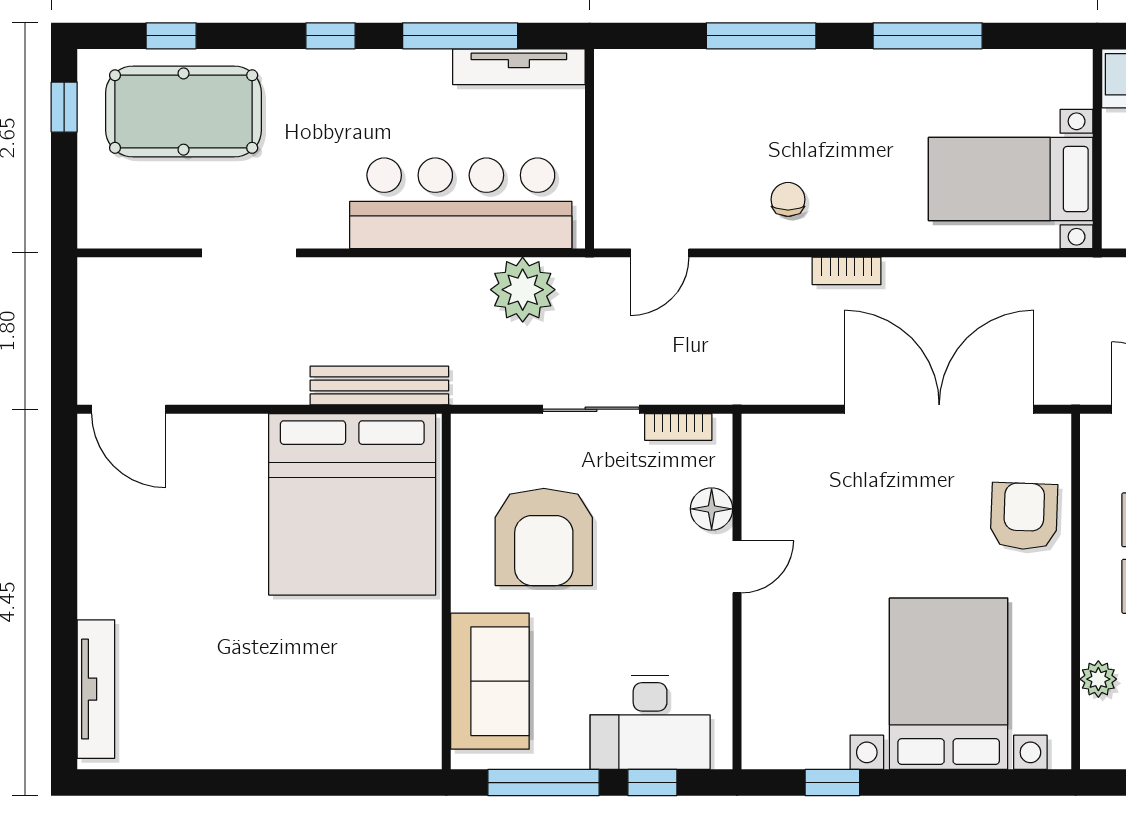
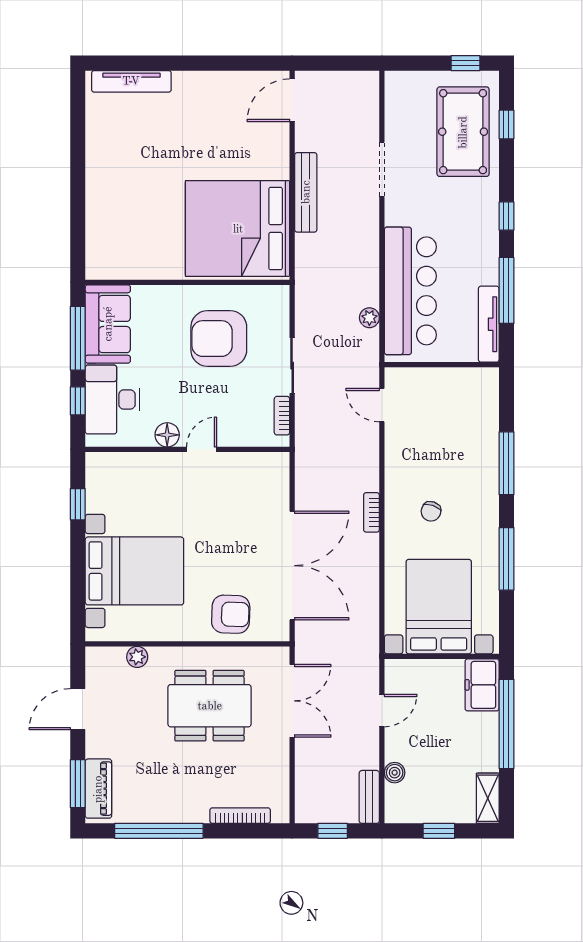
bed with nightstands: (1011, 179) -> (439, 607), width x1.36
chair: (788, 199) -> (431, 511), moved, turned 109
plant: (523, 290) -> (369, 318), width x0.53, depth x0.53
bench: (379, 385) -> (306, 192), moved
floor lamp: (712, 509) -> (167, 435), moved
door: (737, 567) -> (202, 449), swing flipped
sofa: (490, 681) -> (108, 324), moved, turned -90

